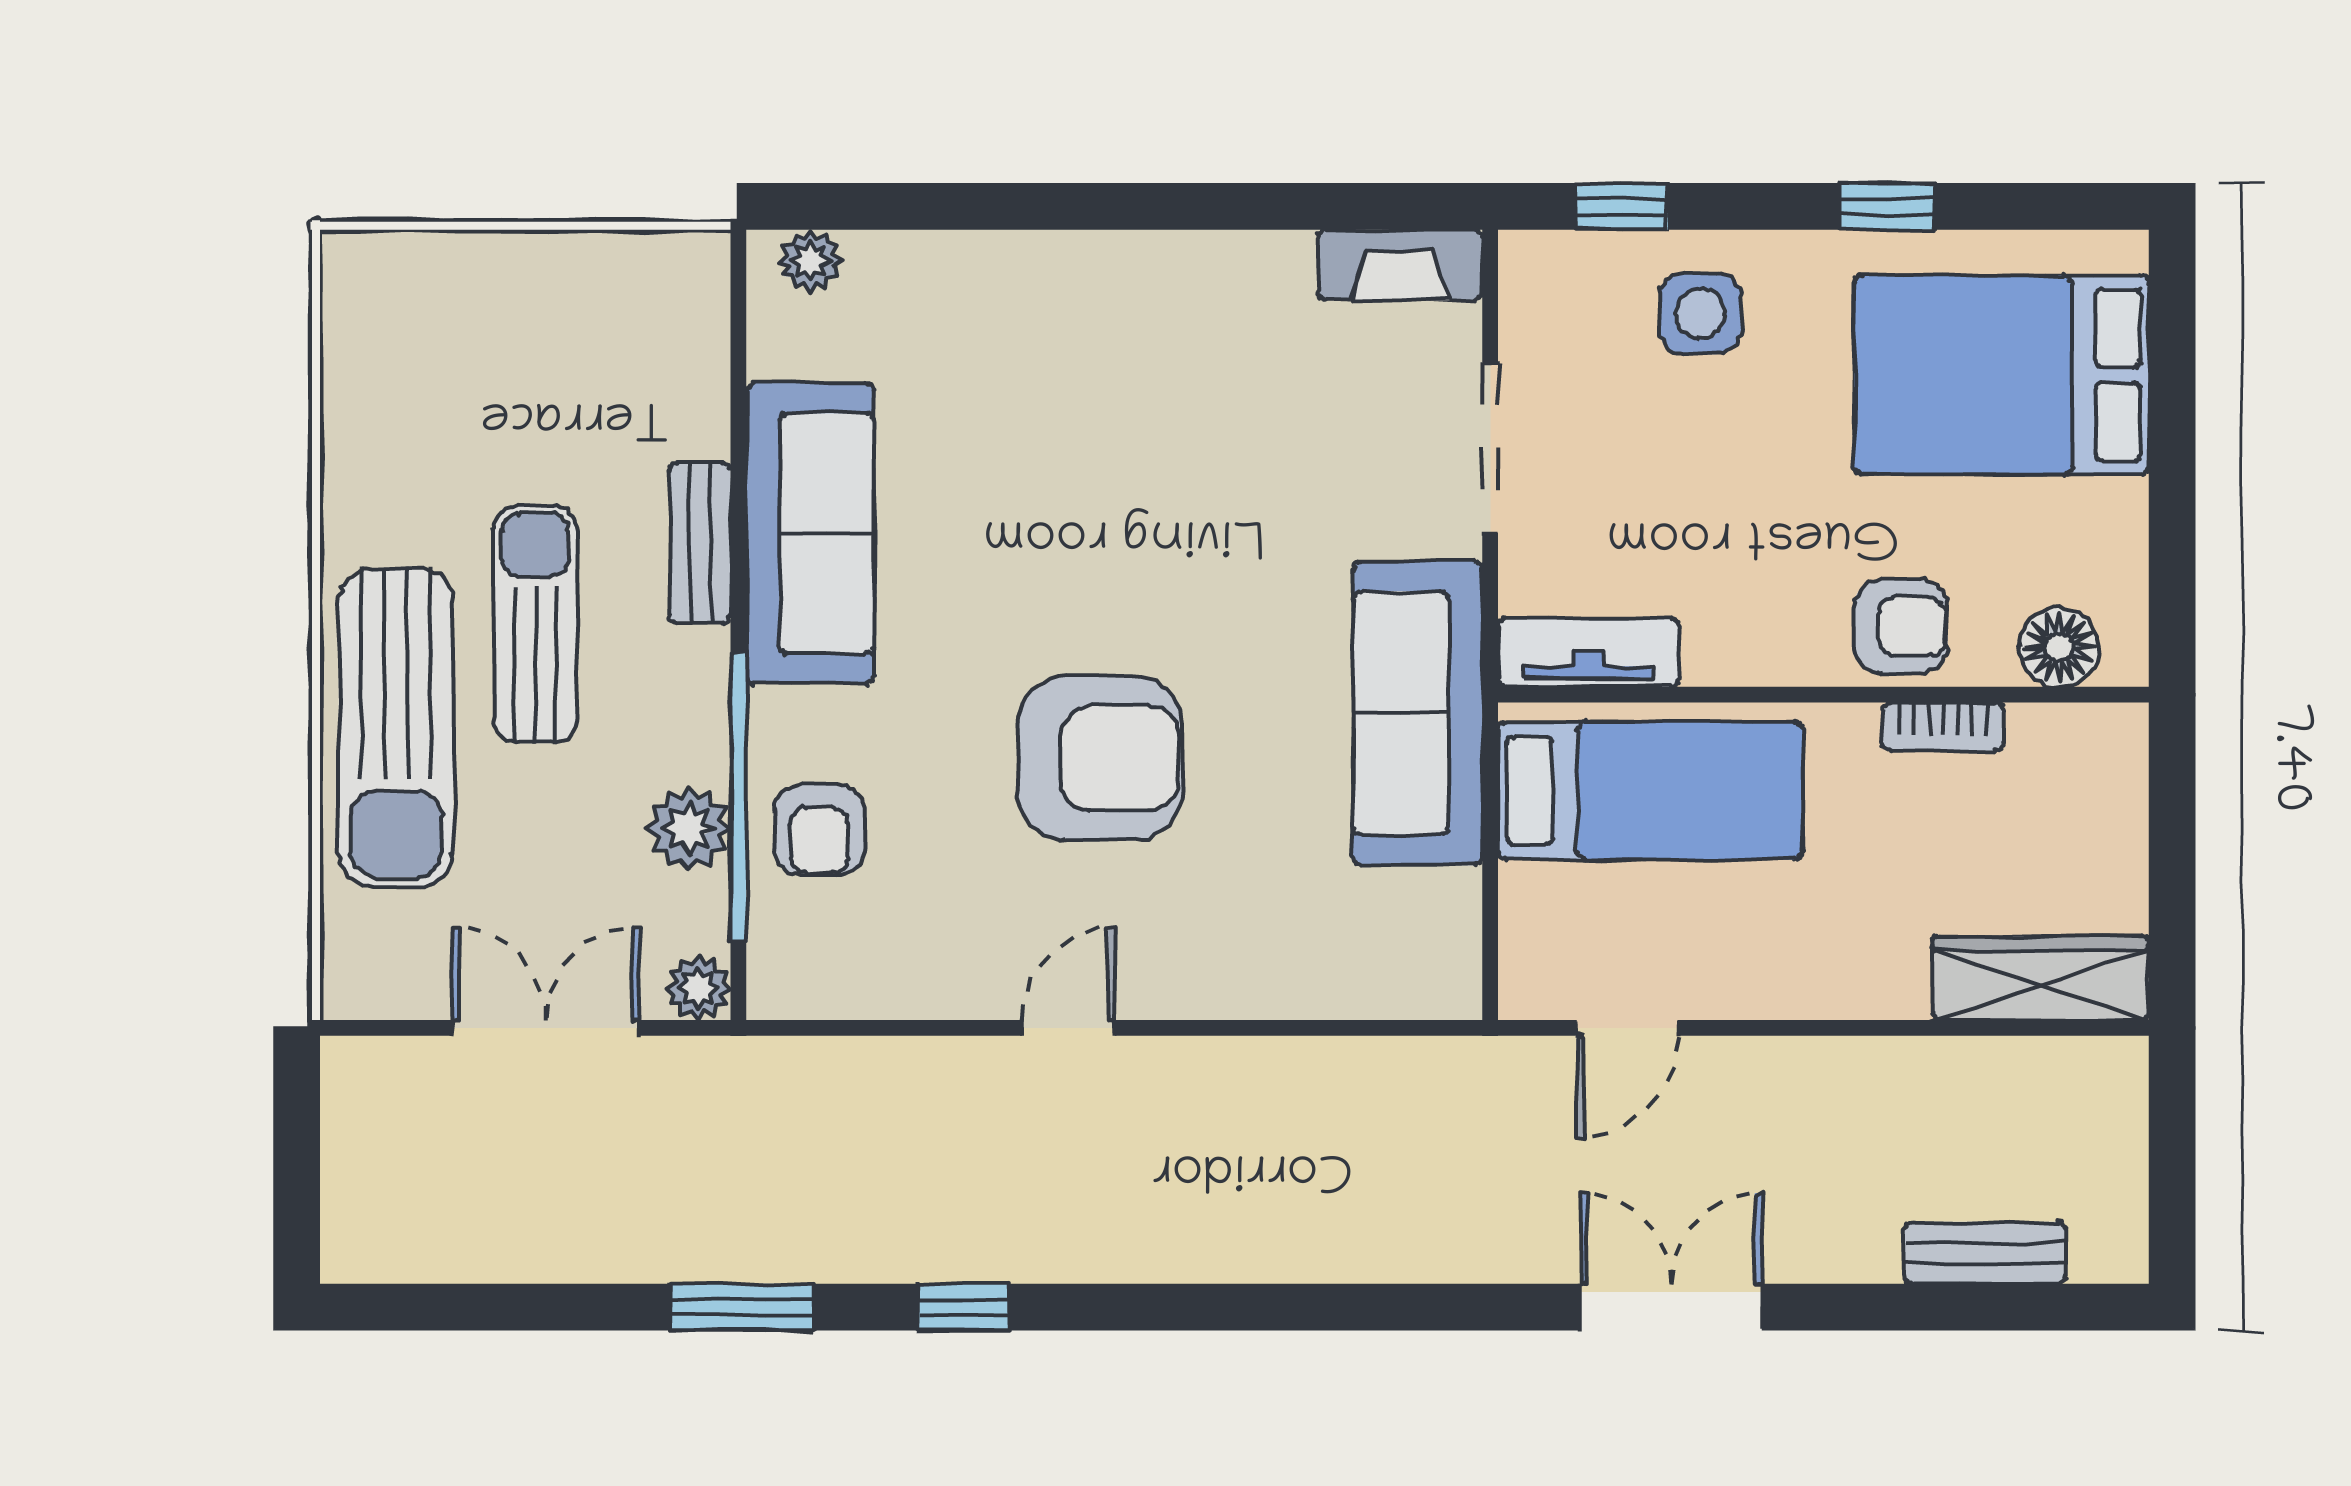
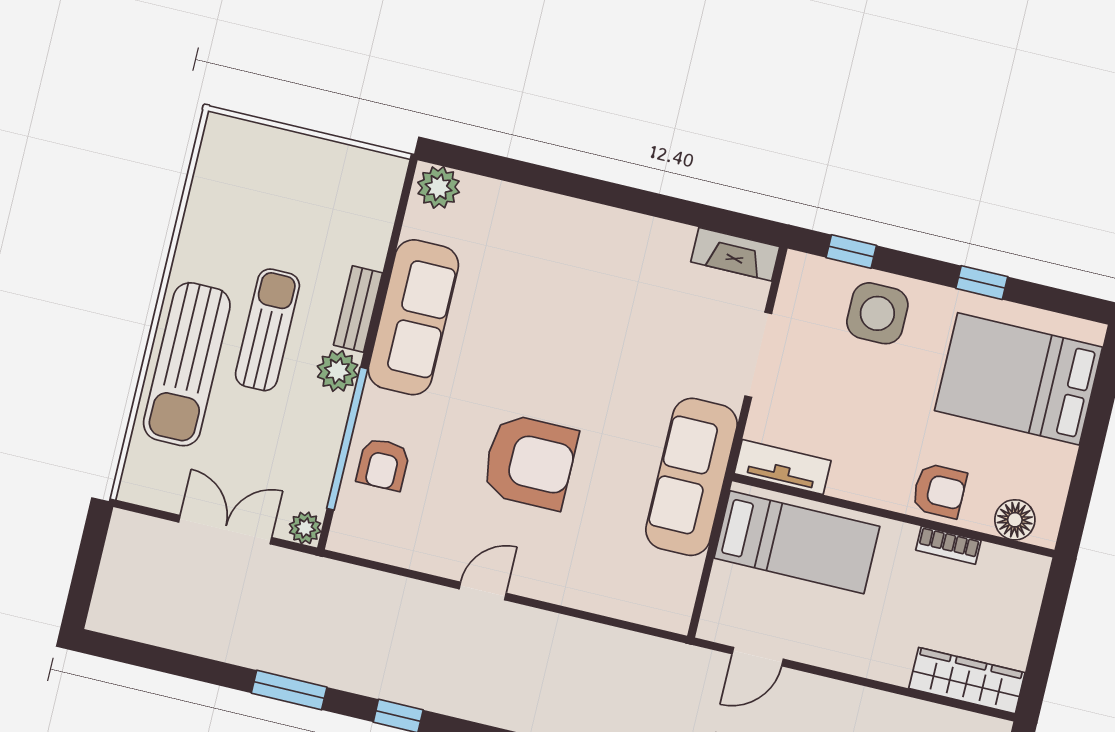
plant: (811, 261) -> (439, 187), width x1.38, depth x1.38
side table: (1700, 313) -> (877, 313), width x1.37, depth x1.37
plant: (689, 829) -> (338, 371), moved

